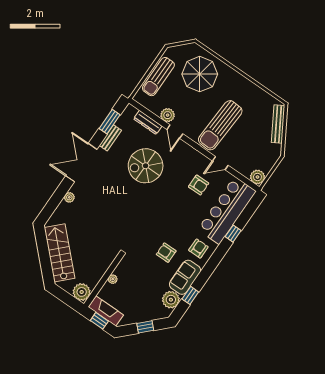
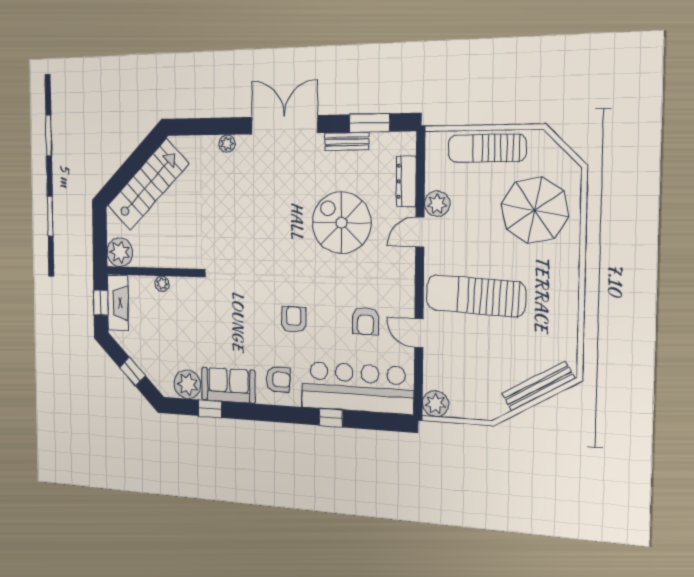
armchair: (166, 253) -> (294, 320), moved

